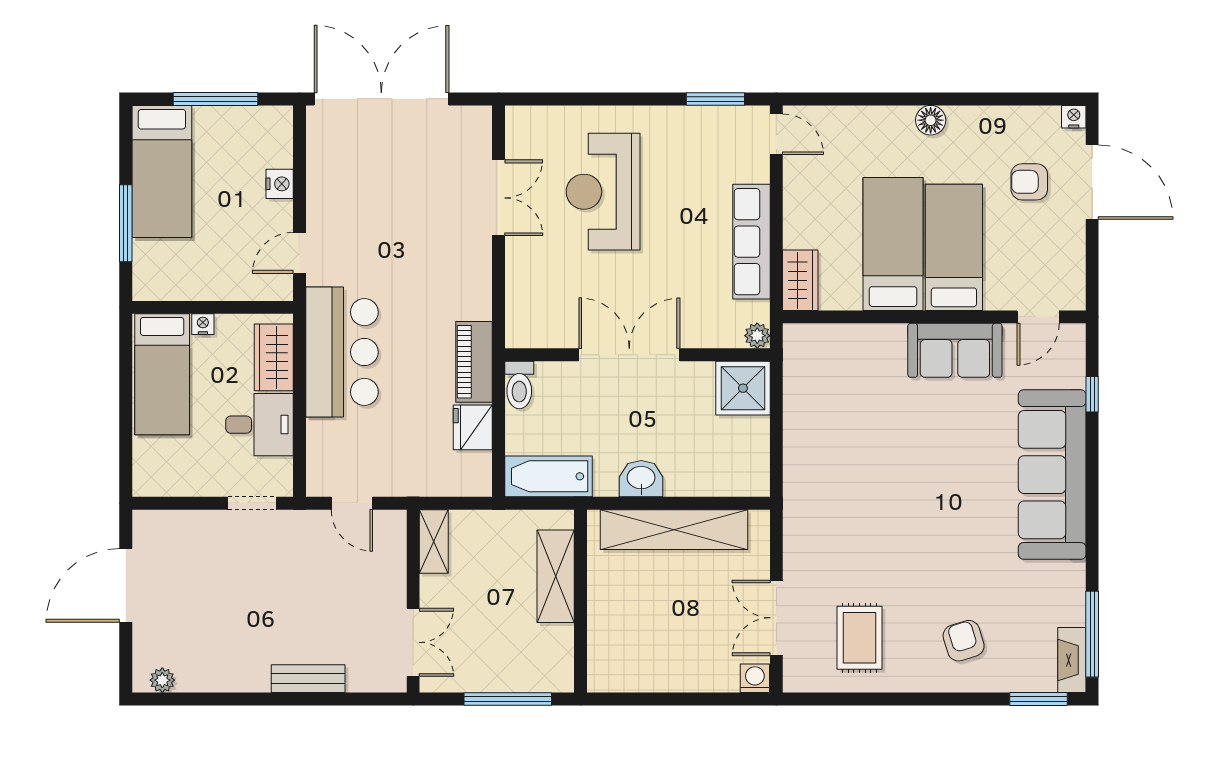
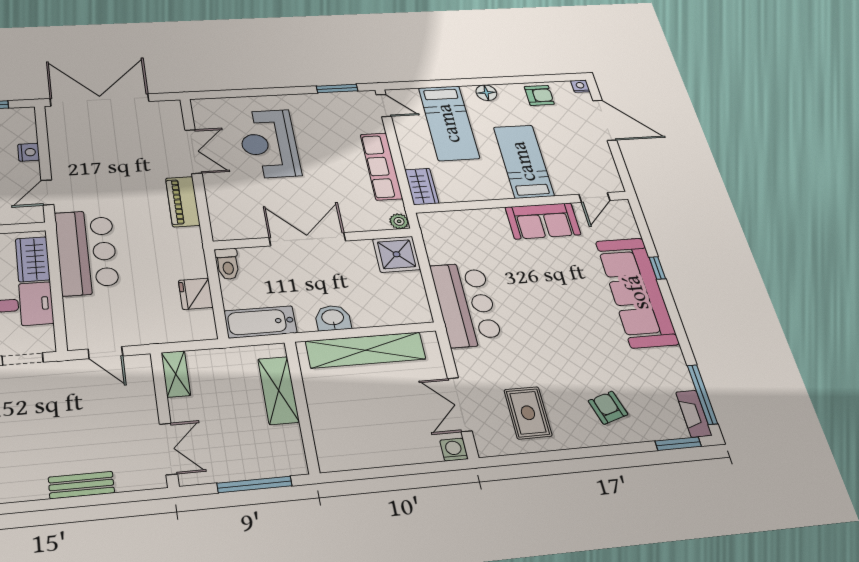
armchair: (1029, 182) -> (539, 95), moved, turned 180
bed: (893, 244) -> (449, 123), moved, turned 180
piano: (474, 362) -> (183, 202), moved
window: (1092, 394) -> (657, 268), moved
bar counter: (818, 474) -> (466, 304), added

